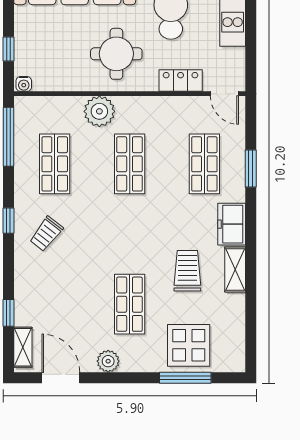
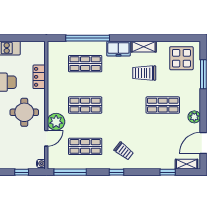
door: (224, 94) -> (46, 138), moved
window: (251, 169) -> (88, 38), width x2.11
display table: (189, 345) -> (181, 58), moved

